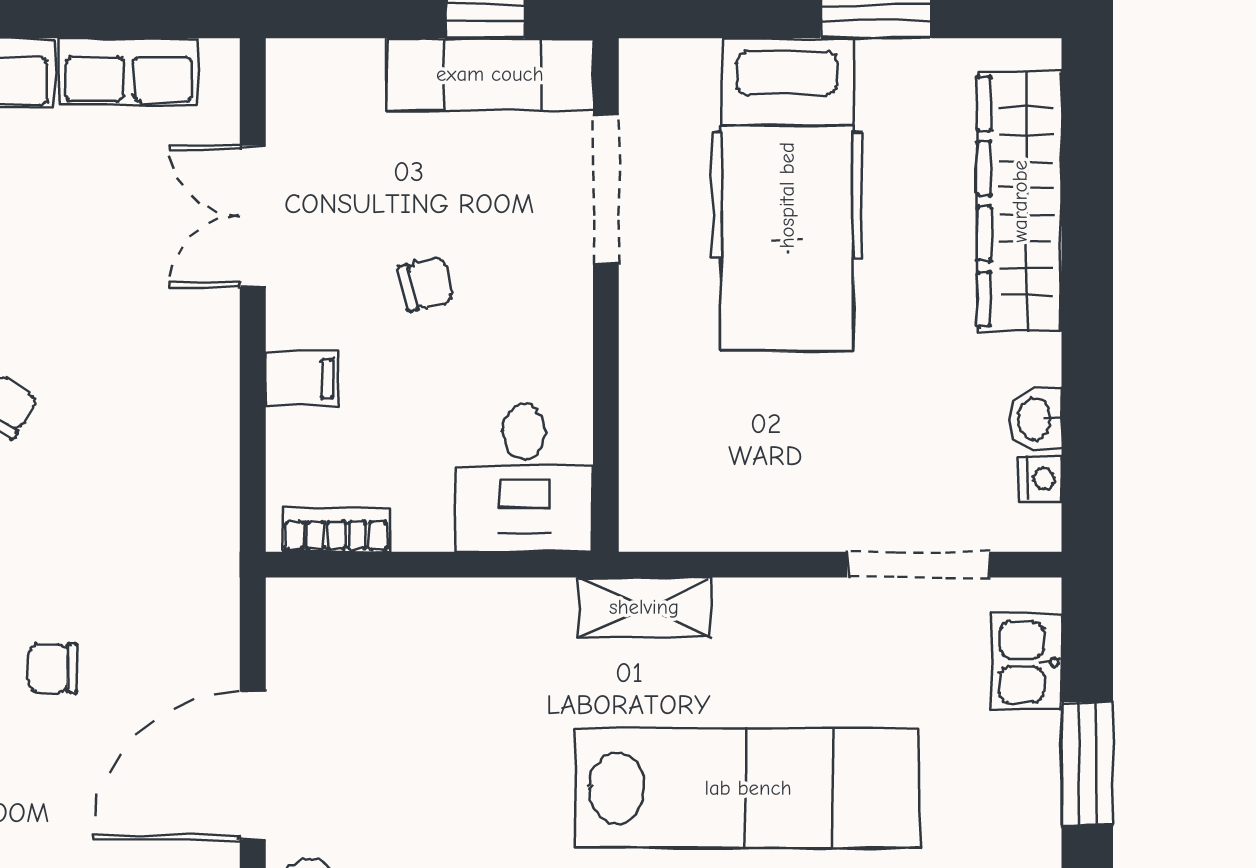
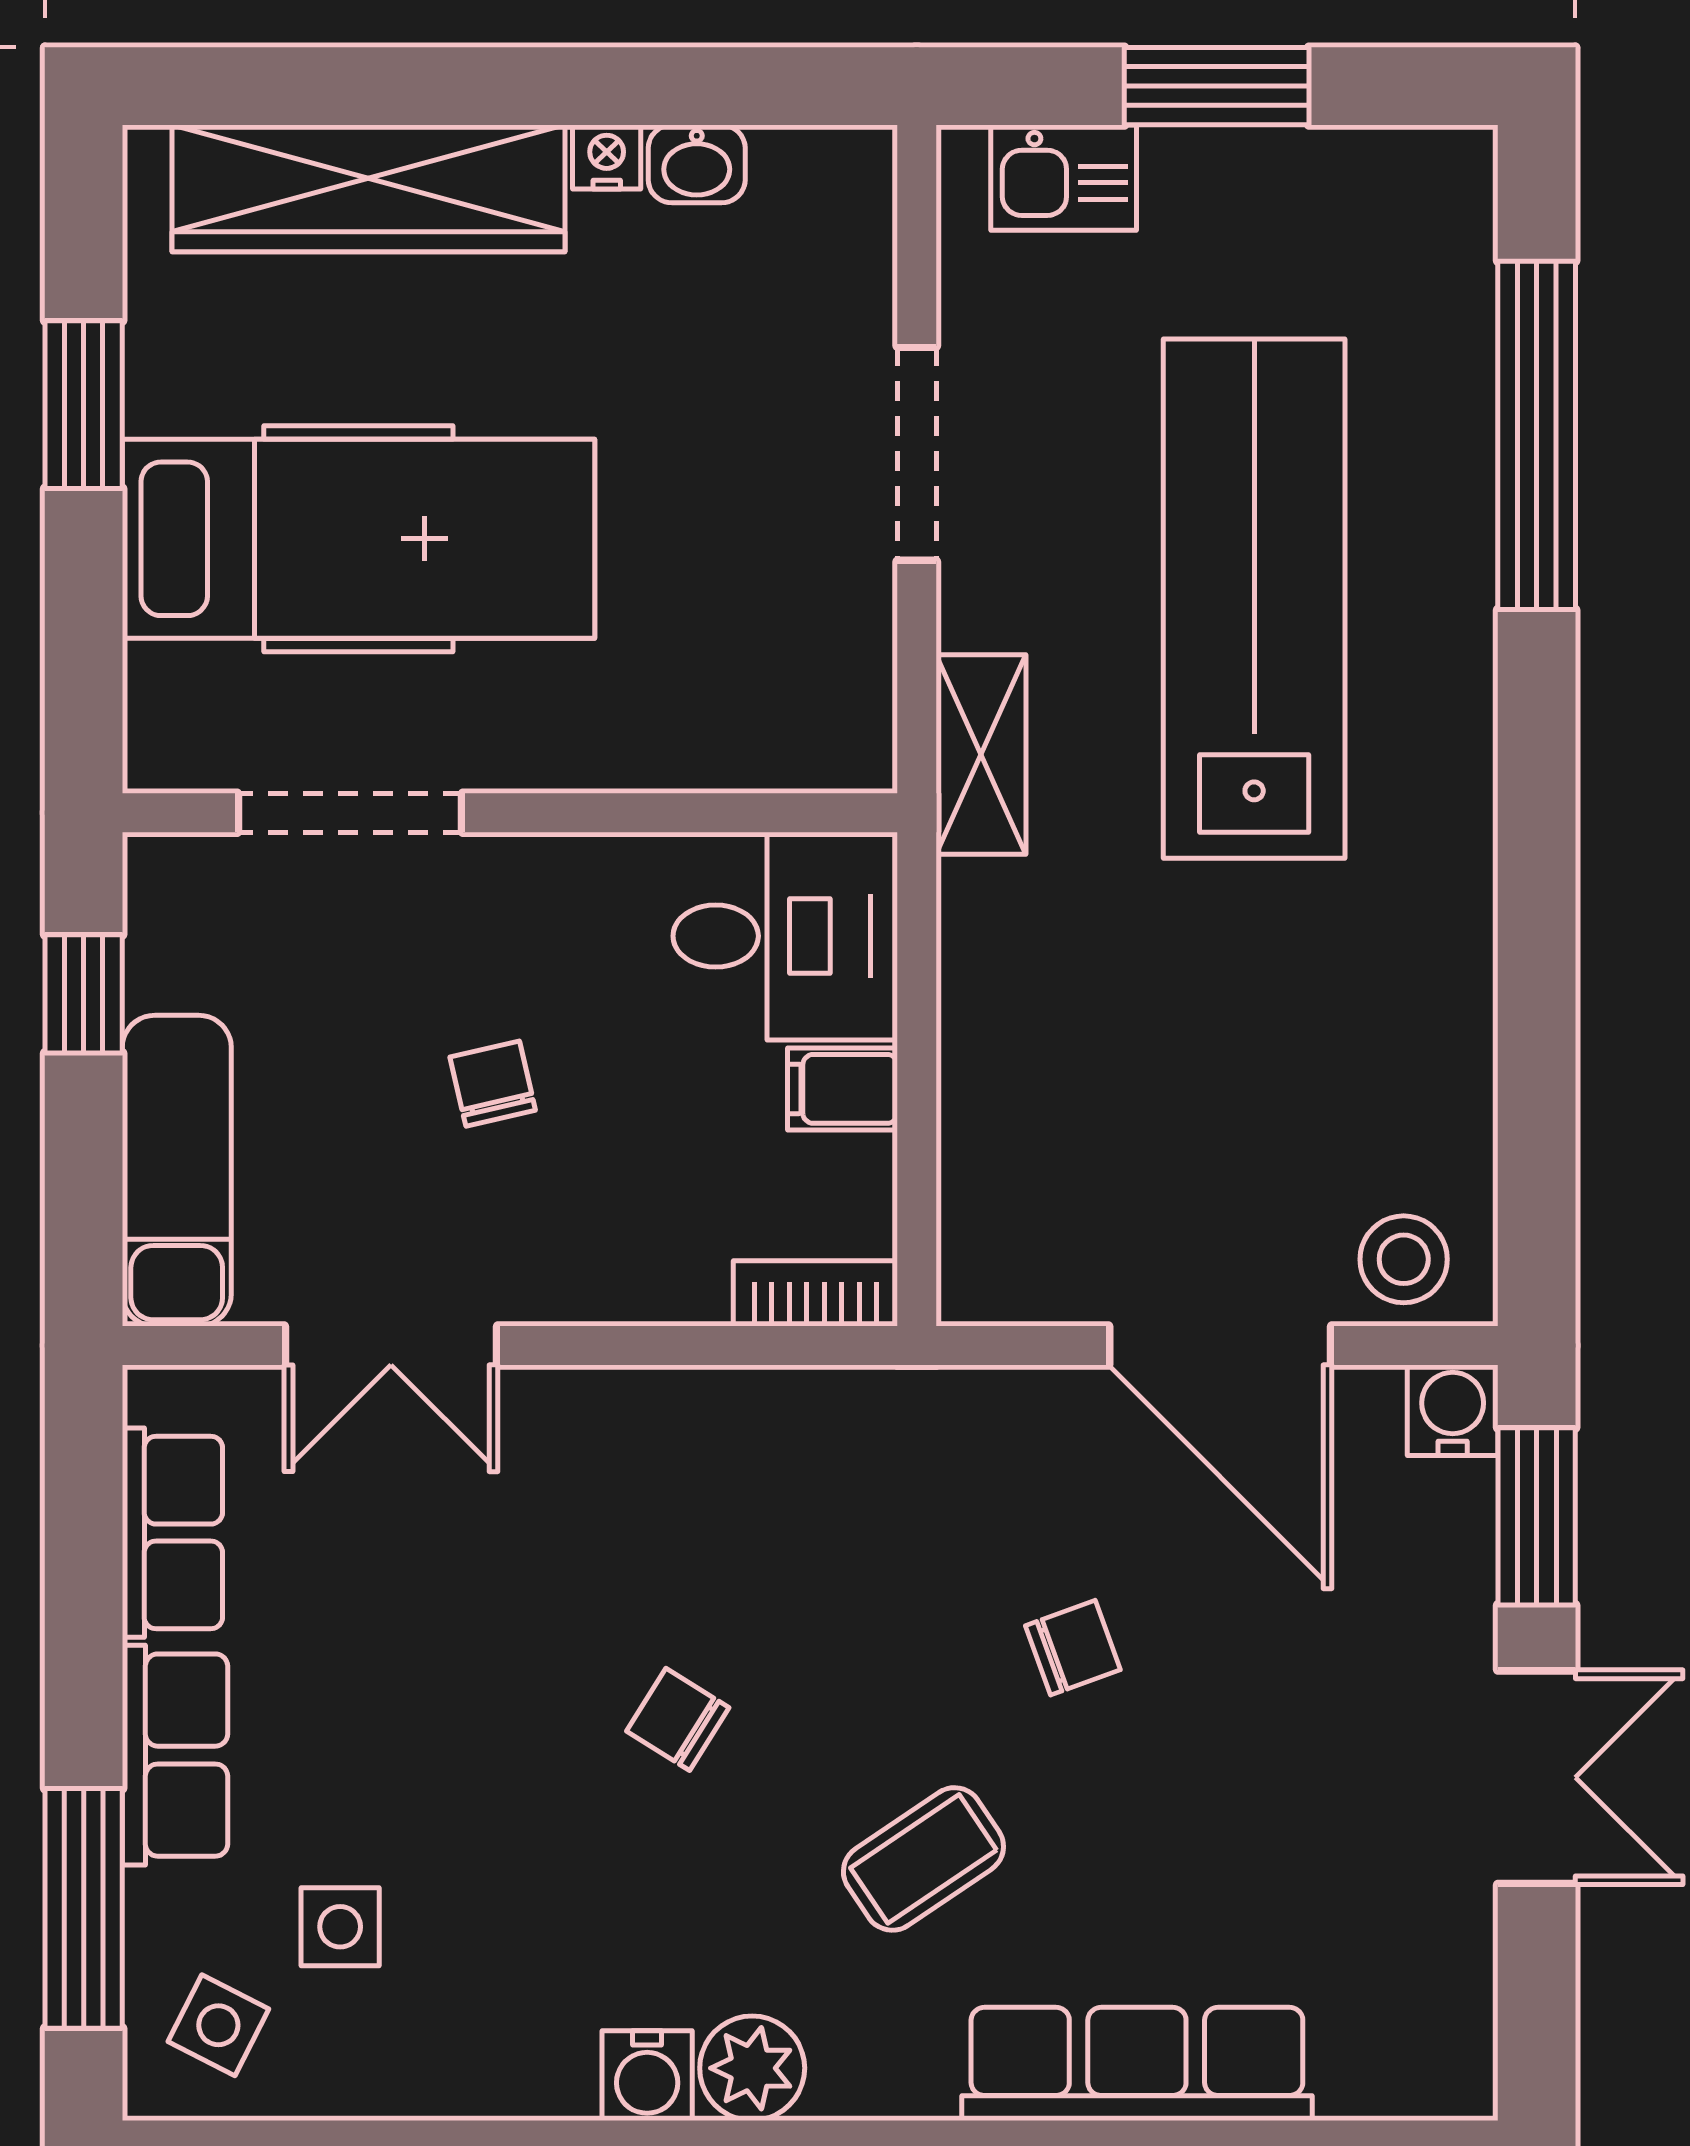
exam couch: (490, 74) -> (177, 1171), moved
filing cabinet: (302, 378) -> (842, 1089), moved, turned -90
nightstand: (1040, 479) -> (607, 157), moved
bookcase: (336, 530) -> (815, 1293), moved, turned 90
doorway: (918, 565) -> (917, 454), moved
chair: (53, 668) -> (1073, 1648), turned -110

